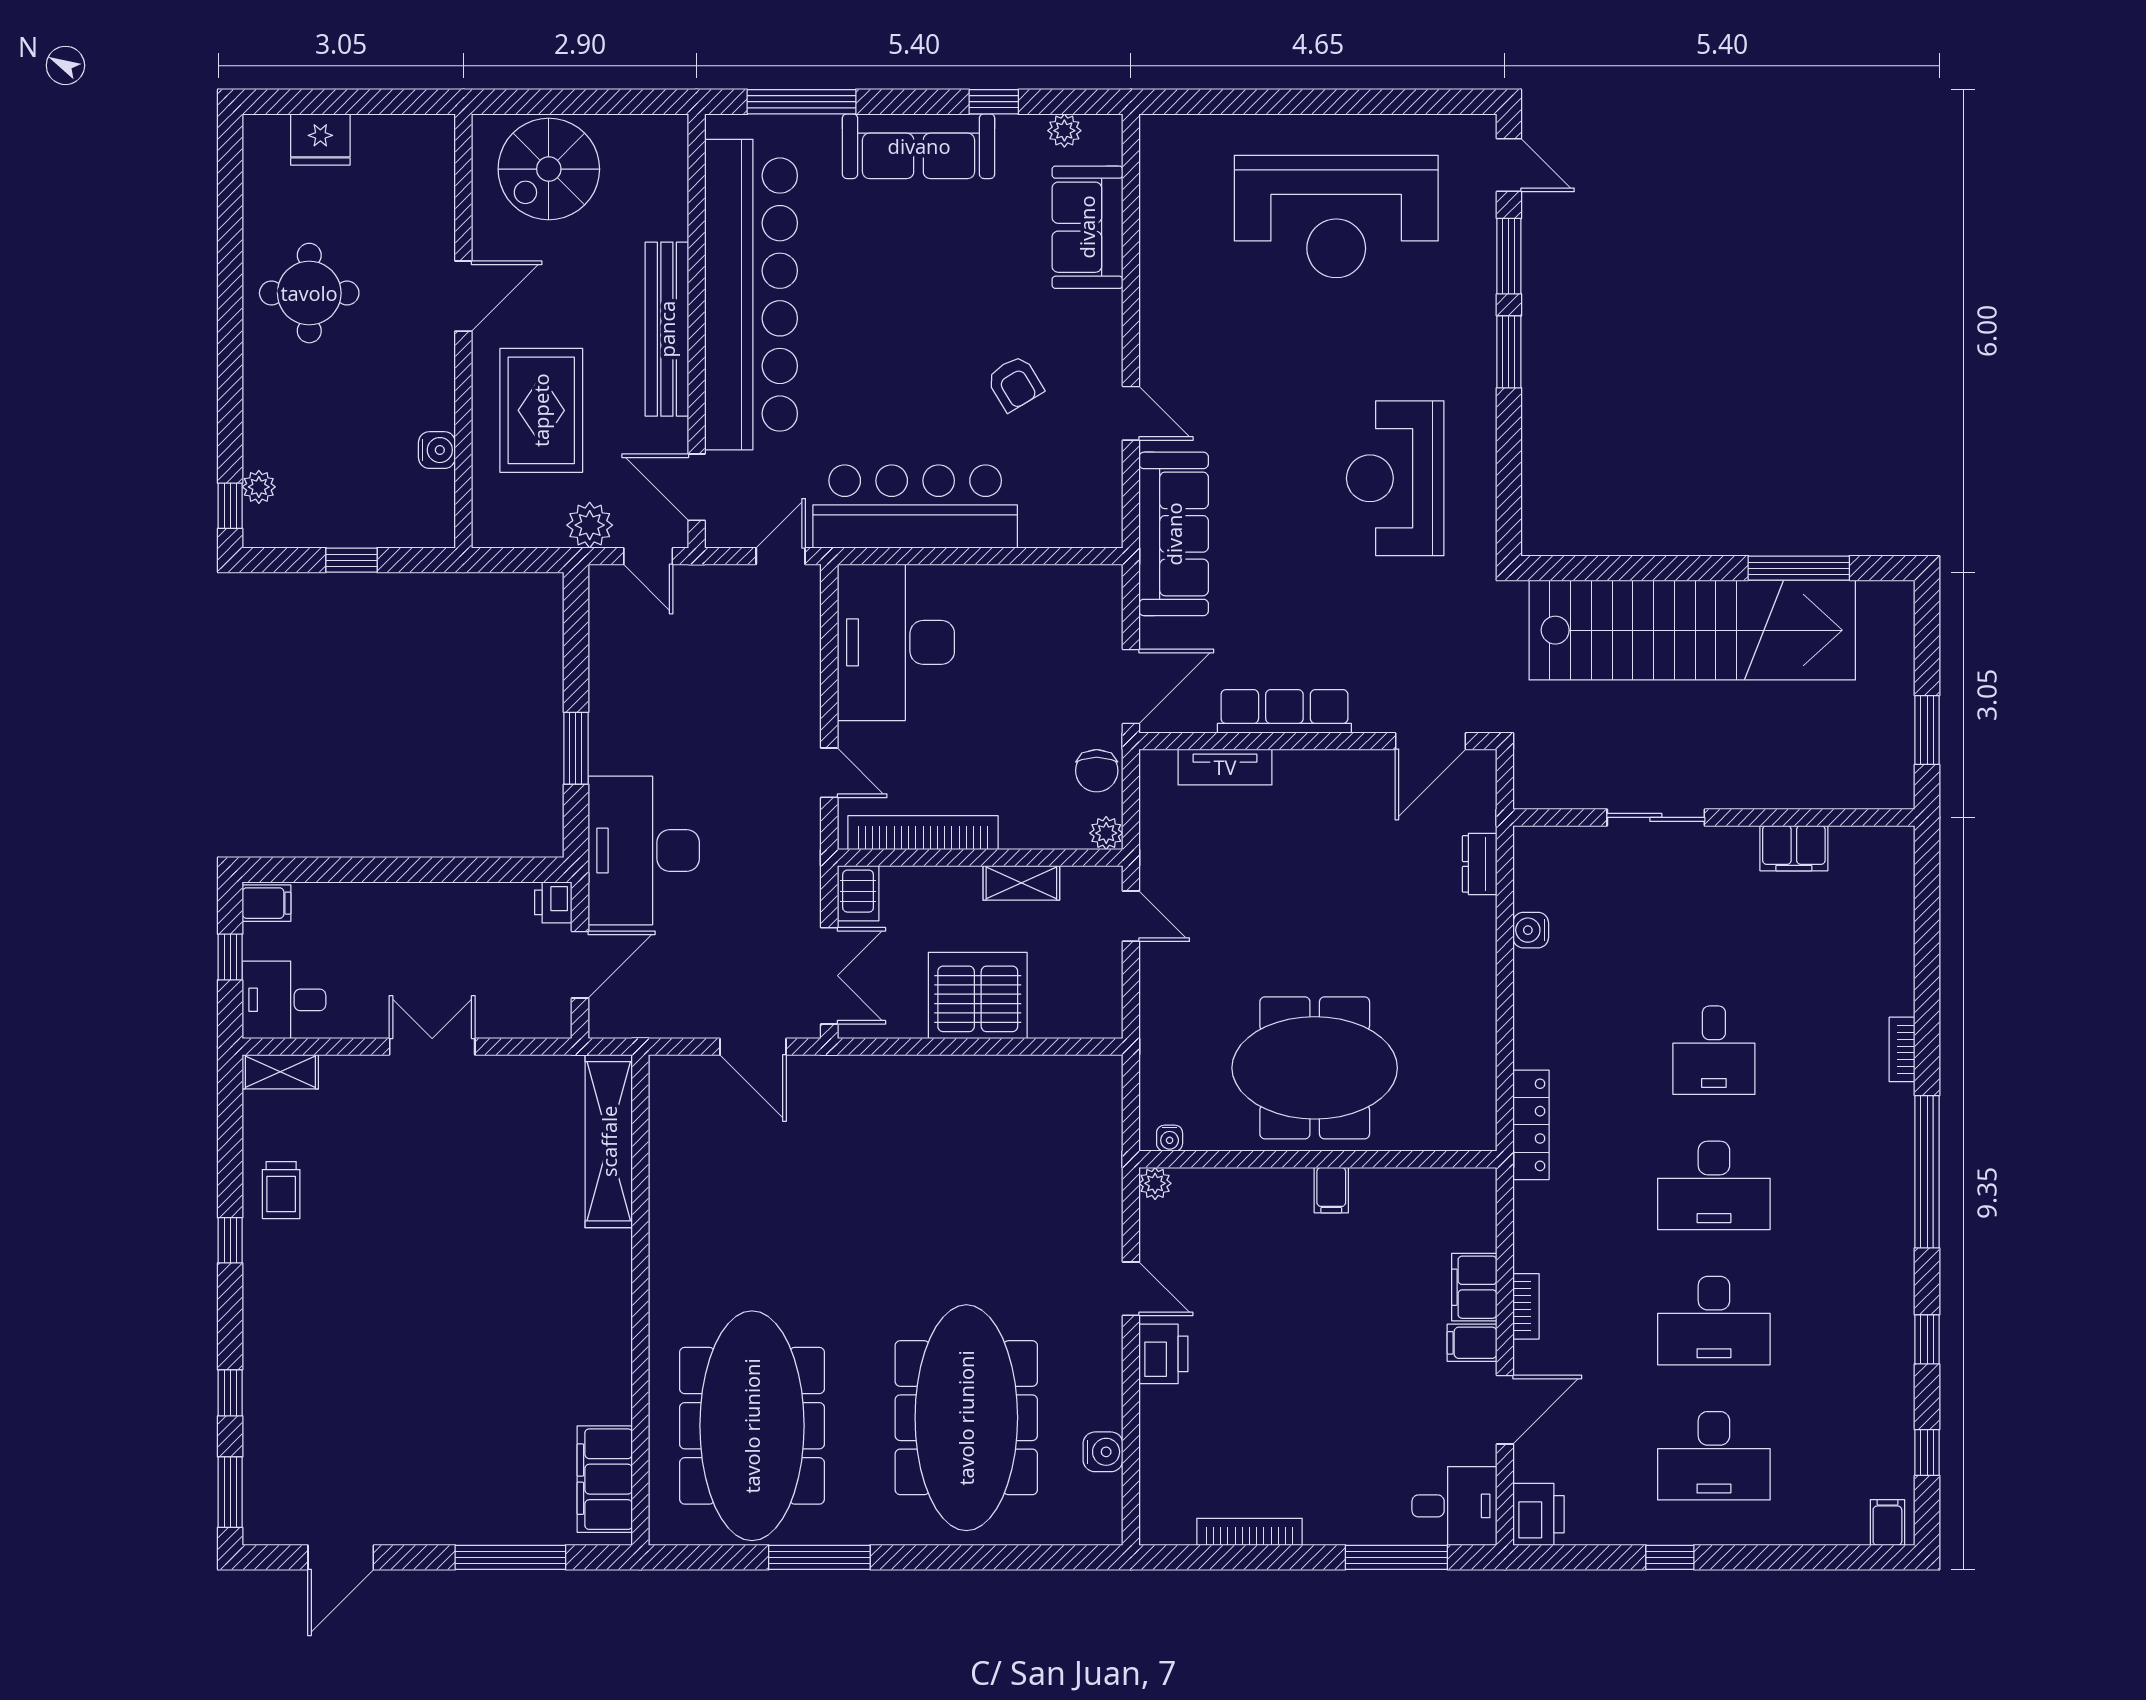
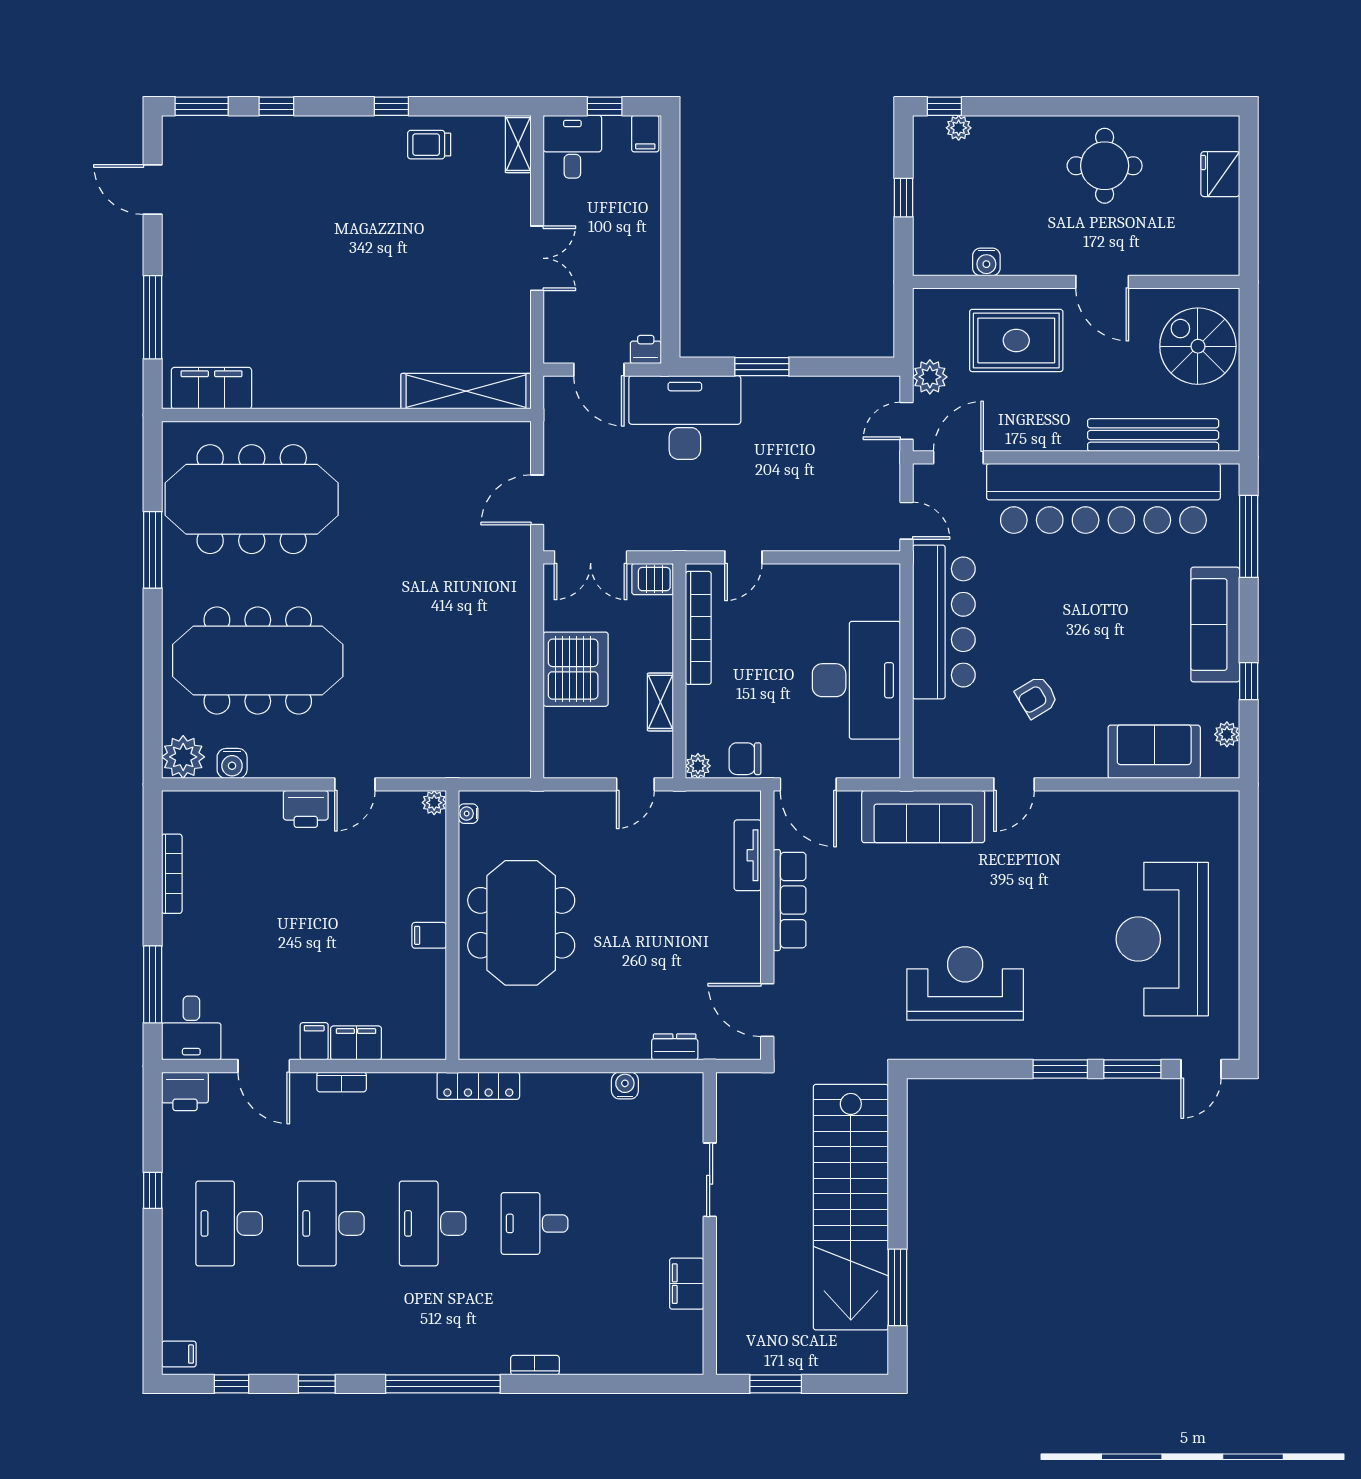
bench: (667, 329) -> (1153, 435), moved
desk: (896, 642) -> (856, 680), moved, turned 90
plant: (1094, 1517) -> (183, 757), added

